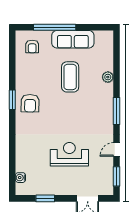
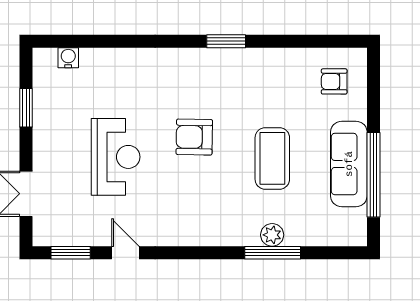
window: (55, 27) -> (373, 175), moved
coffee table: (70, 77) -> (272, 158), turned 90
armchair: (30, 103) -> (194, 137), moved
window: (117, 111) -> (273, 253), moved

